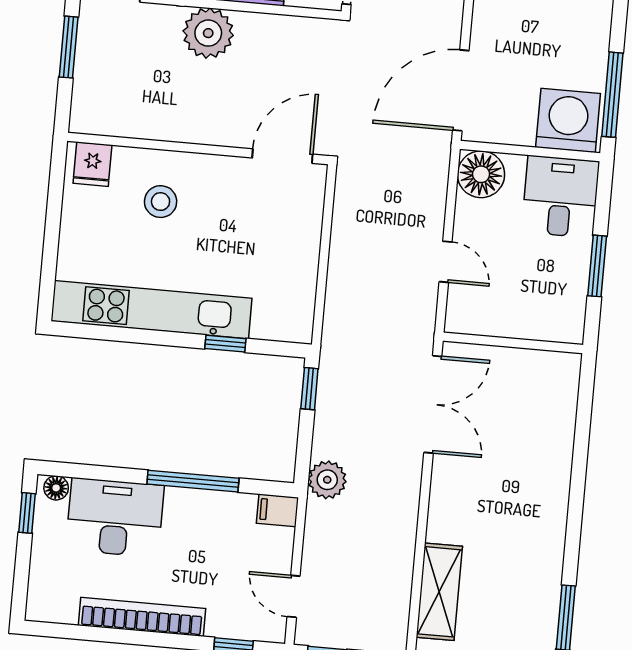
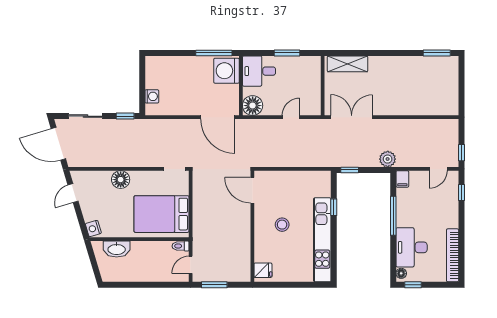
plant: (208, 33) -> (203, 226), removed
stool: (161, 202) -> (282, 225), moved
shelving: (439, 592) -> (347, 64), moved
bookcase: (142, 617) -> (453, 255), moved

